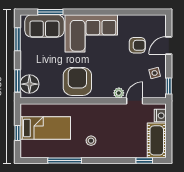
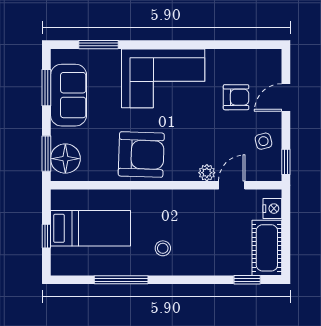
sofa: (44, 26) -> (69, 95), moved, turned -90
armchair: (77, 81) -> (141, 155), turned 92

